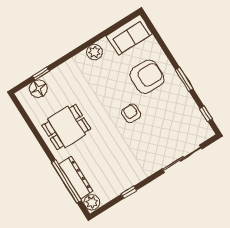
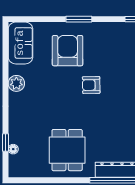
window: (184, 79) -> (79, 19), moved
floor lamp: (38, 89) -> (13, 149), width x0.53, depth x0.53

